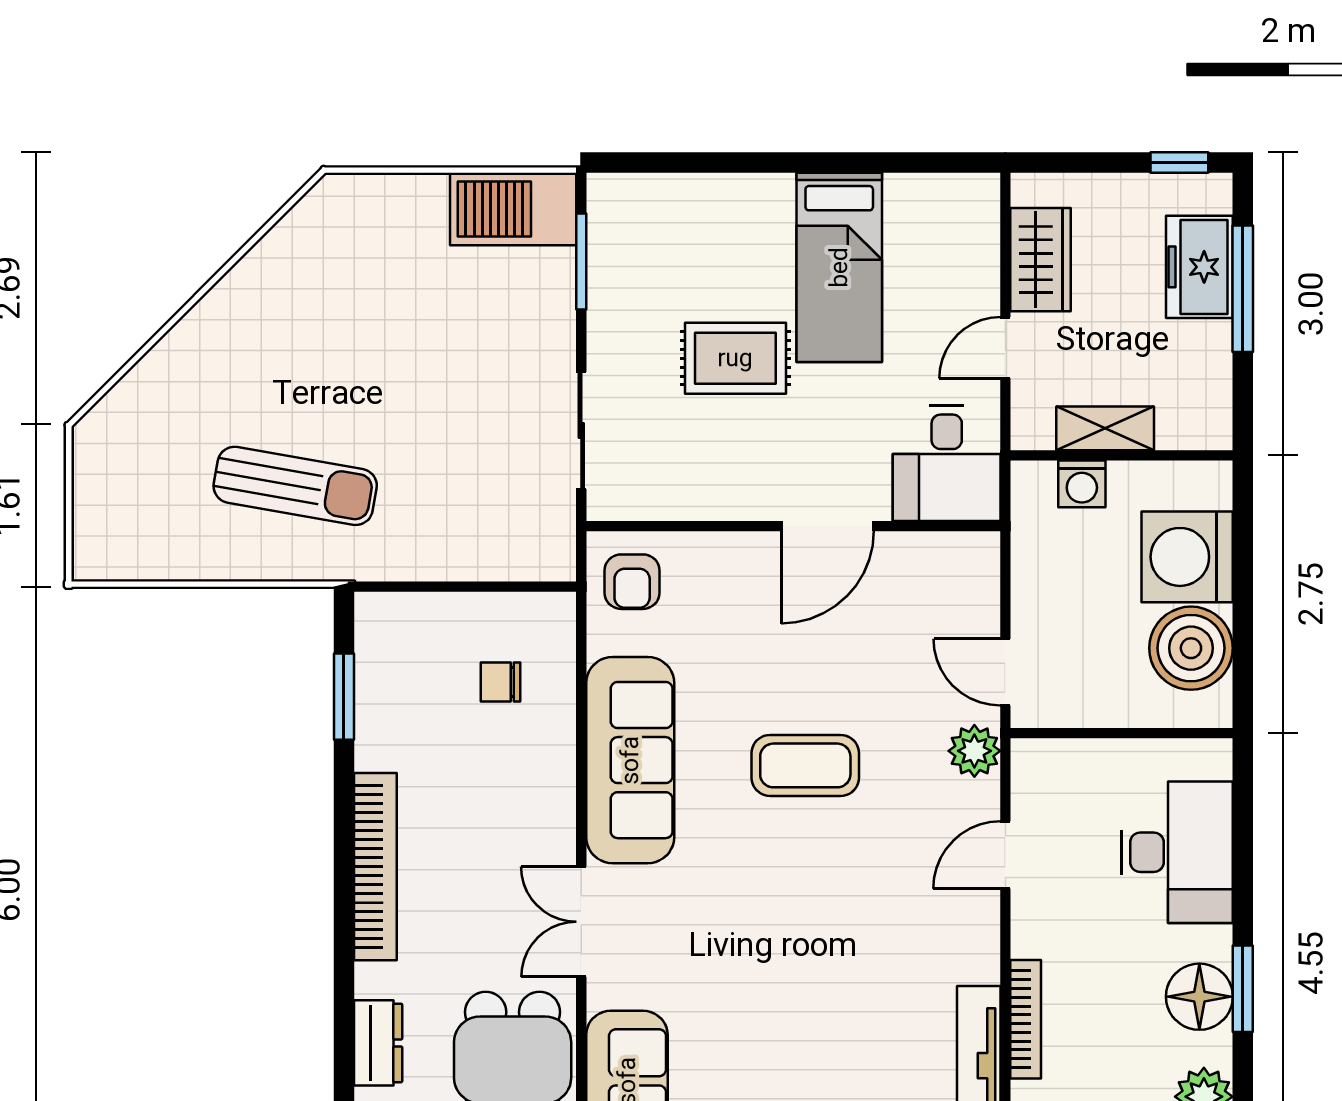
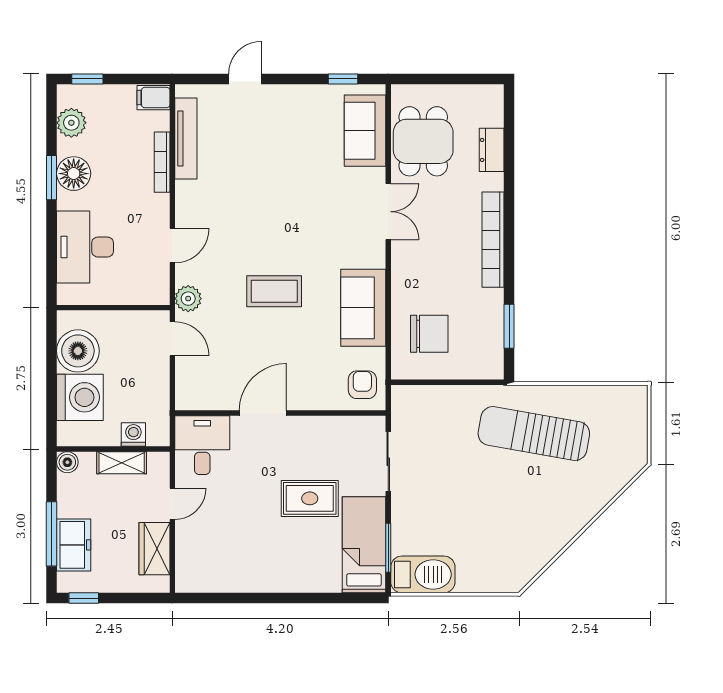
bed: (839, 267) -> (364, 545), moved
boiler: (1212, 429) -> (67, 462), added
sun lounger: (295, 486) -> (534, 434), width x1.36, depth x1.34
chair: (501, 682) -> (429, 334), width x1.87, depth x1.87
sofa: (630, 760) -> (363, 308), width x0.73

